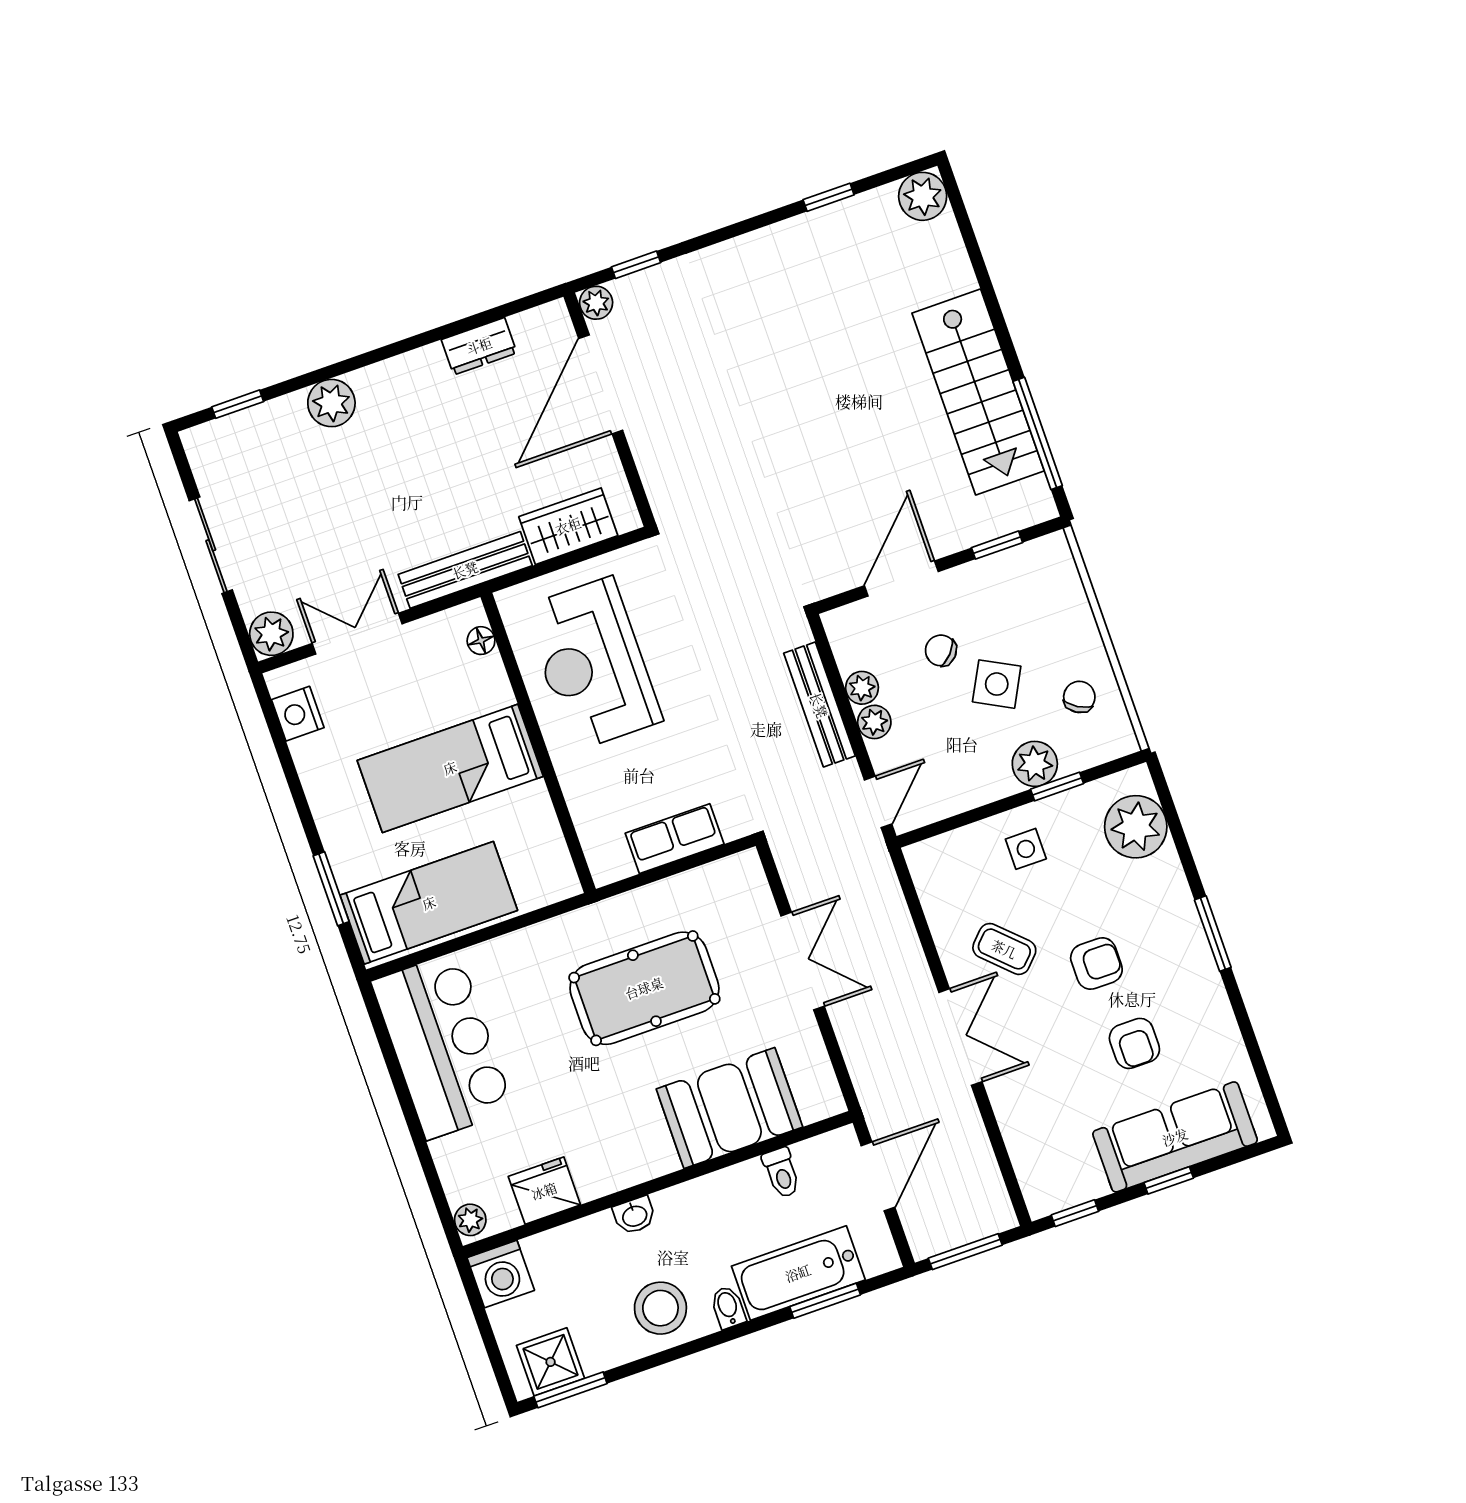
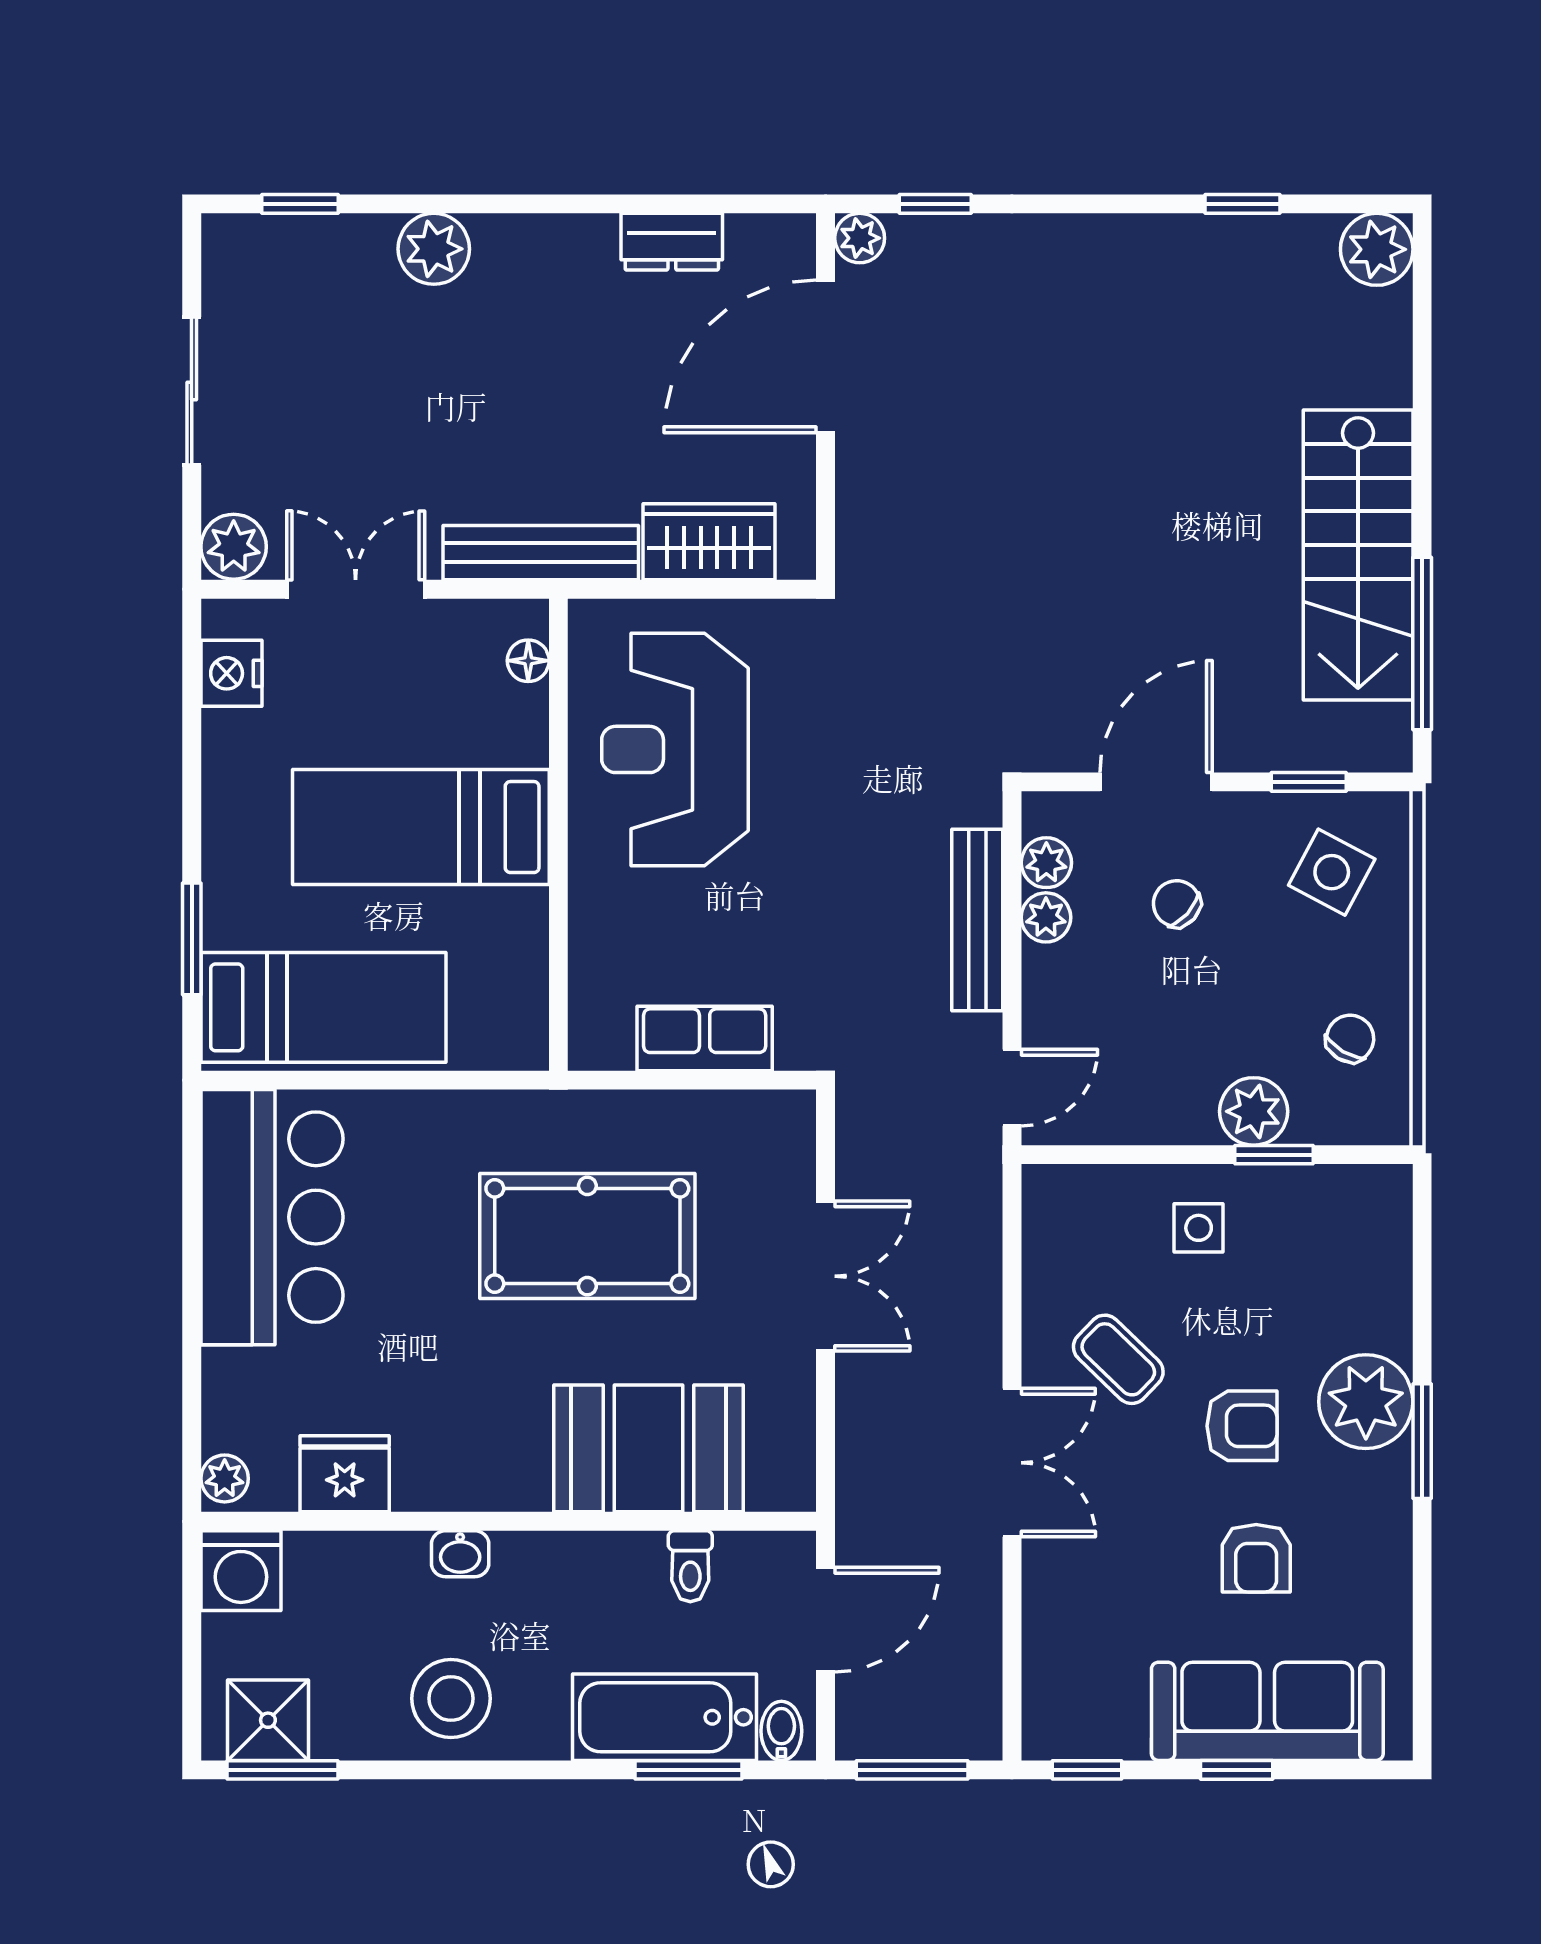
side table: (997, 684) -> (1332, 872), moved
plant: (874, 722) -> (1046, 863), moved
plant: (1136, 827) -> (1366, 1402), moved
bidet: (728, 1307) -> (781, 1731), moved

